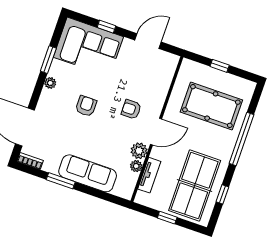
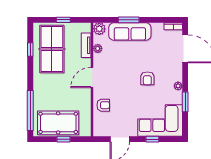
pool table: (211, 106) -> (58, 123), moved
armchair: (131, 109) -> (103, 105), moved
window: (242, 139) -> (30, 110), moved
plant: (139, 151) -> (99, 29), moved
window: (61, 181) -> (129, 20), moved

